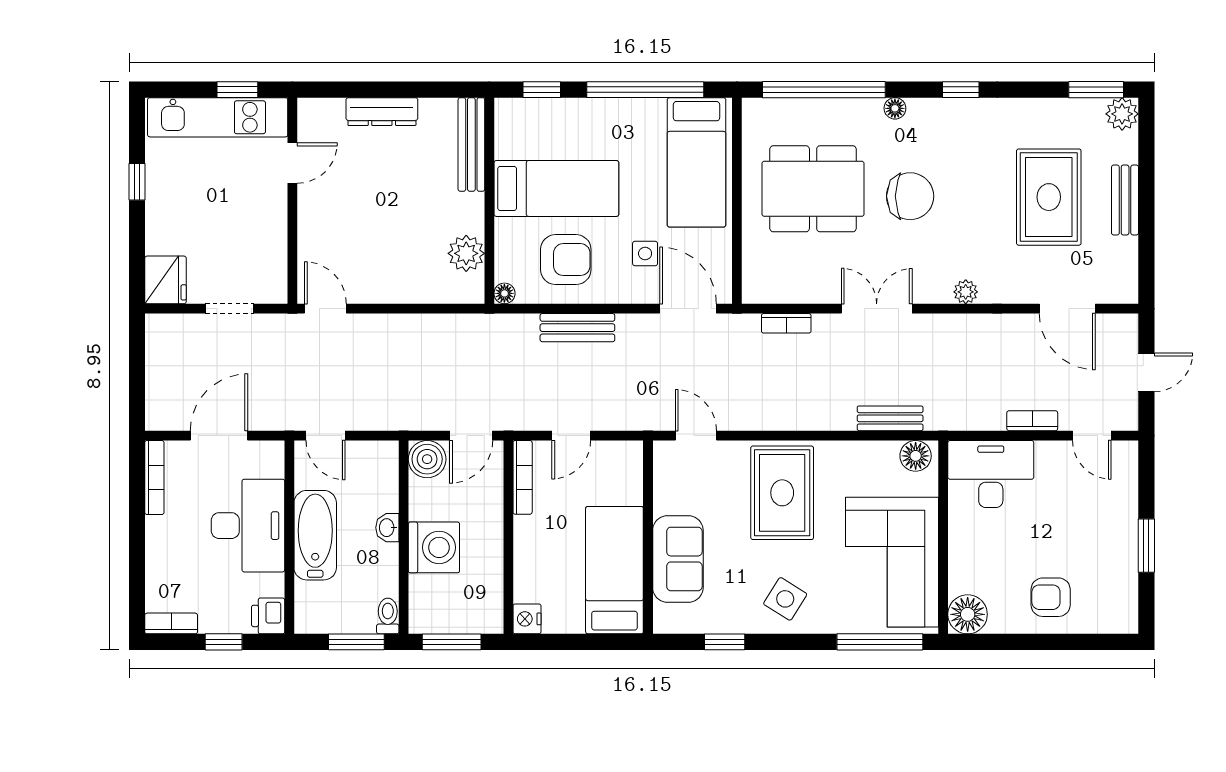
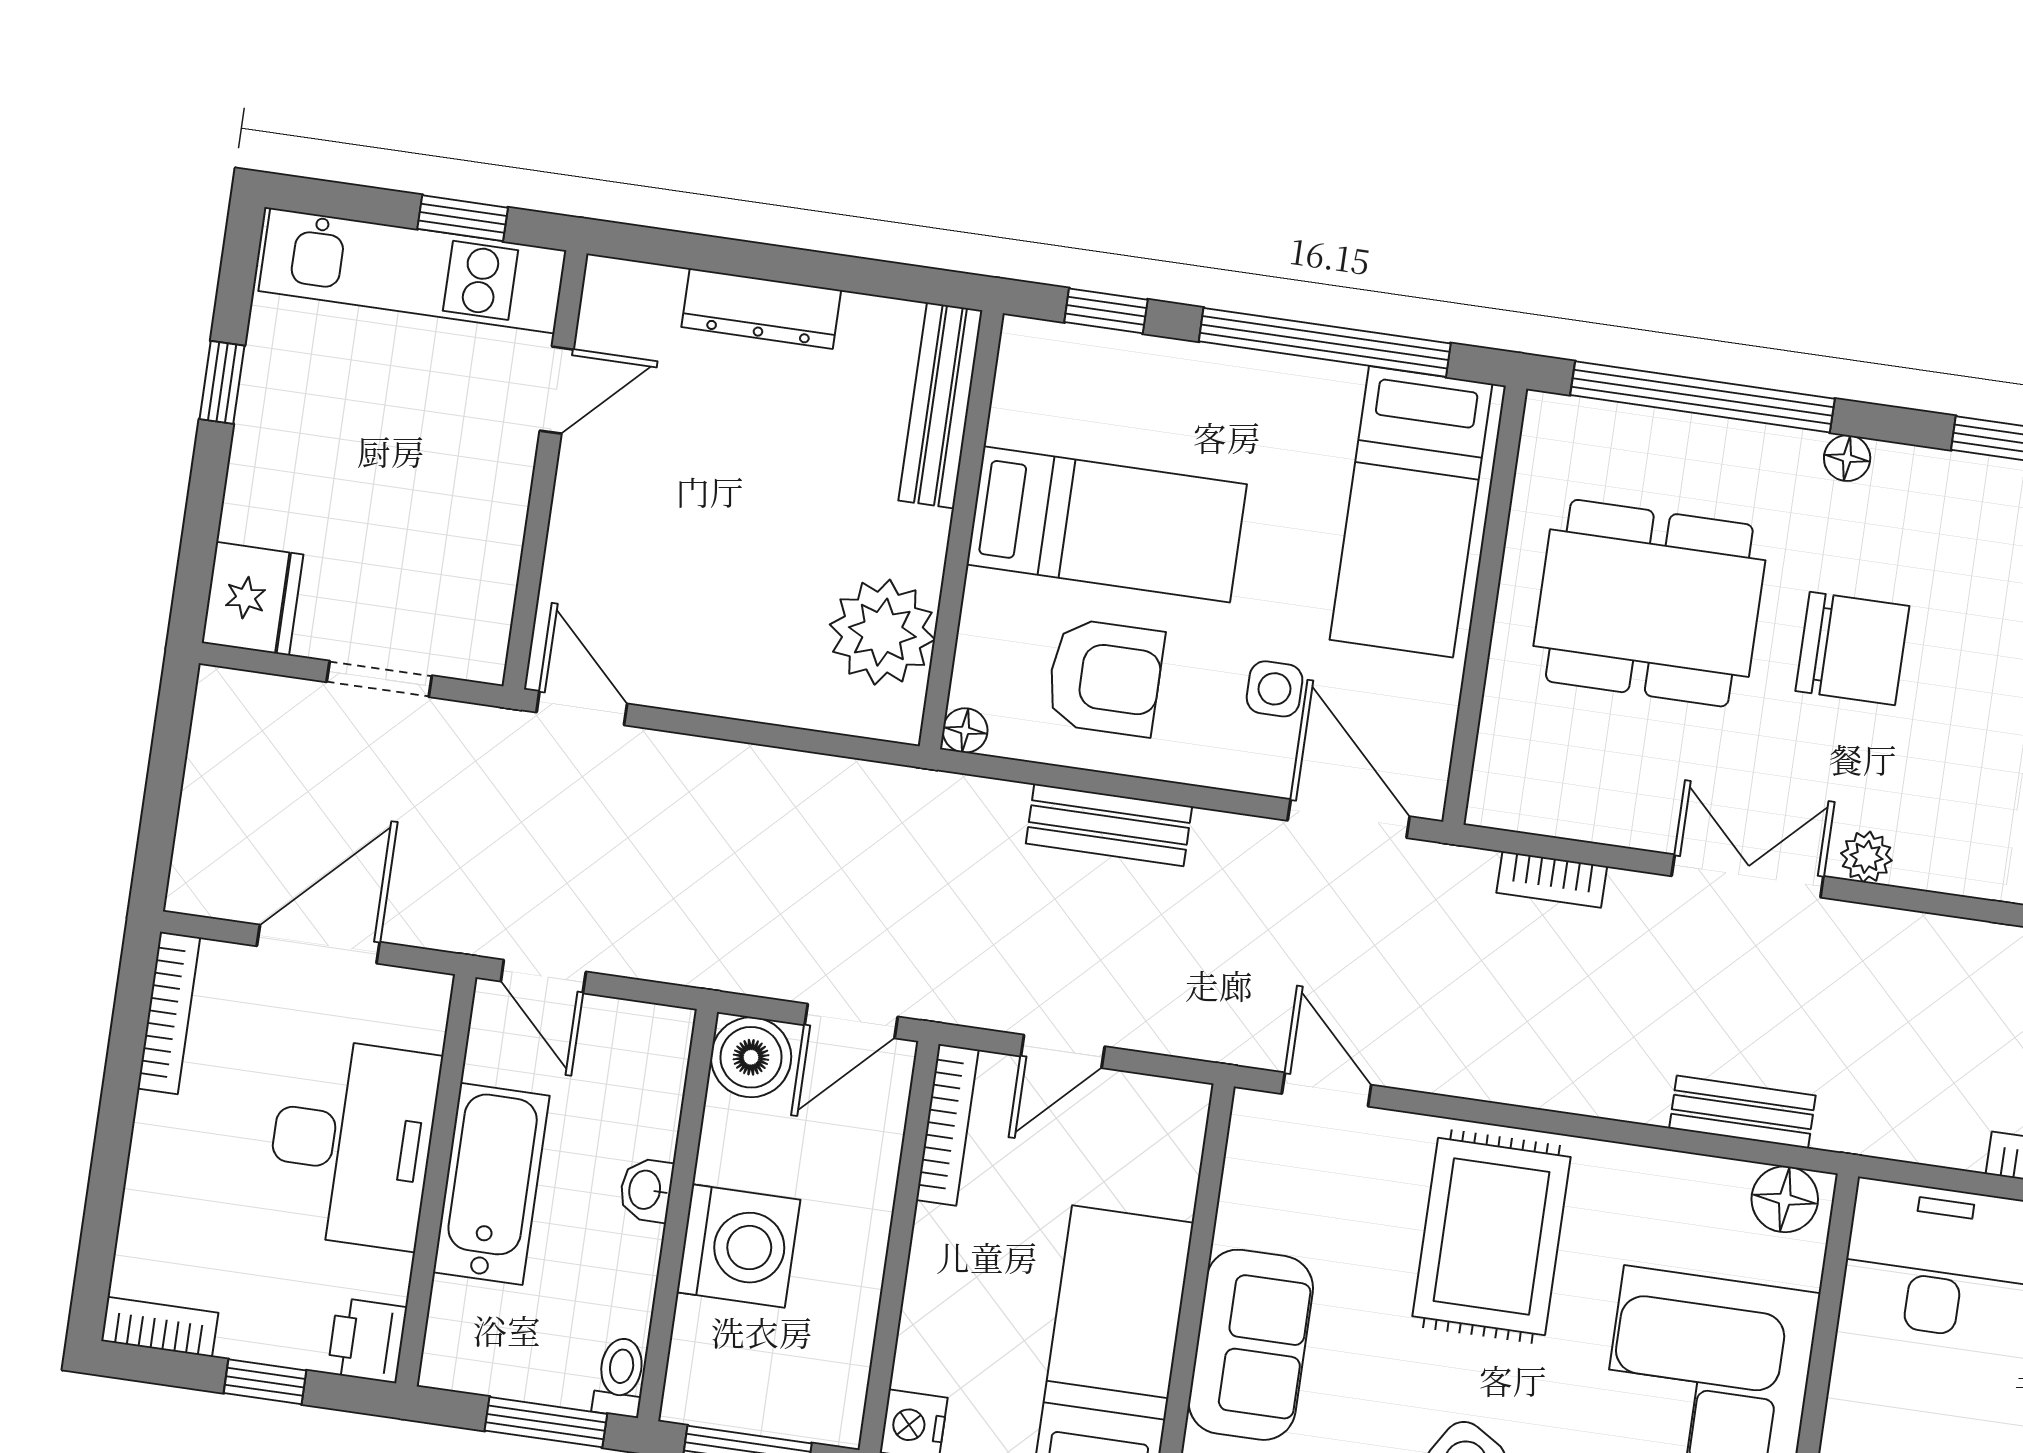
plant: (466, 253) -> (882, 632), width x1.36, depth x1.36
plant: (966, 292) -> (1866, 857), moved

